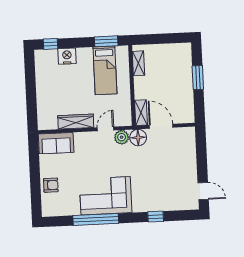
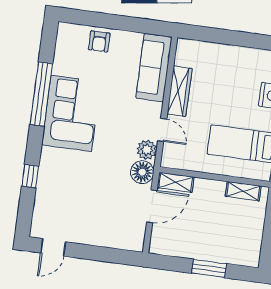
sofa: (56, 143) -> (154, 68), width x1.36

